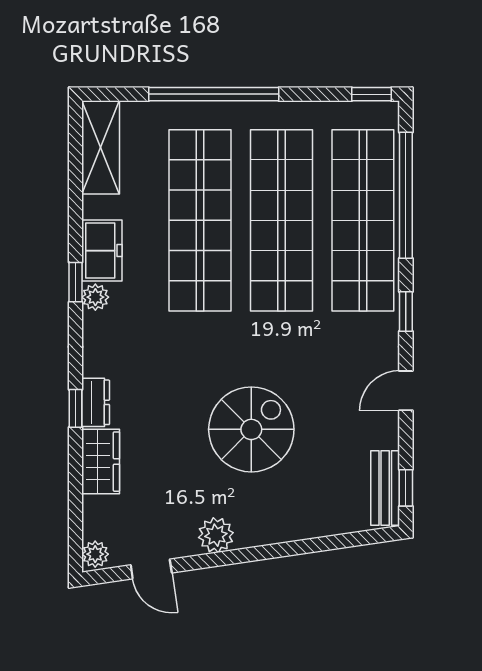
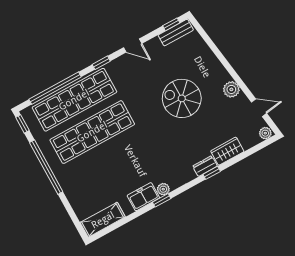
window: (214, 94) -> (46, 167), moved
shop shelf: (200, 220) -> (110, 164), removed
door: (151, 569) -> (259, 108), hinge flipped

